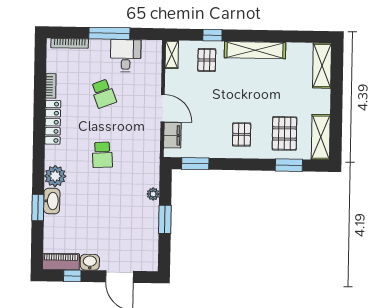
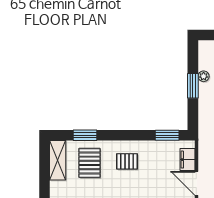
pallet: (242, 134) -> (127, 161), turned 90
plant: (153, 194) -> (204, 76), moved

